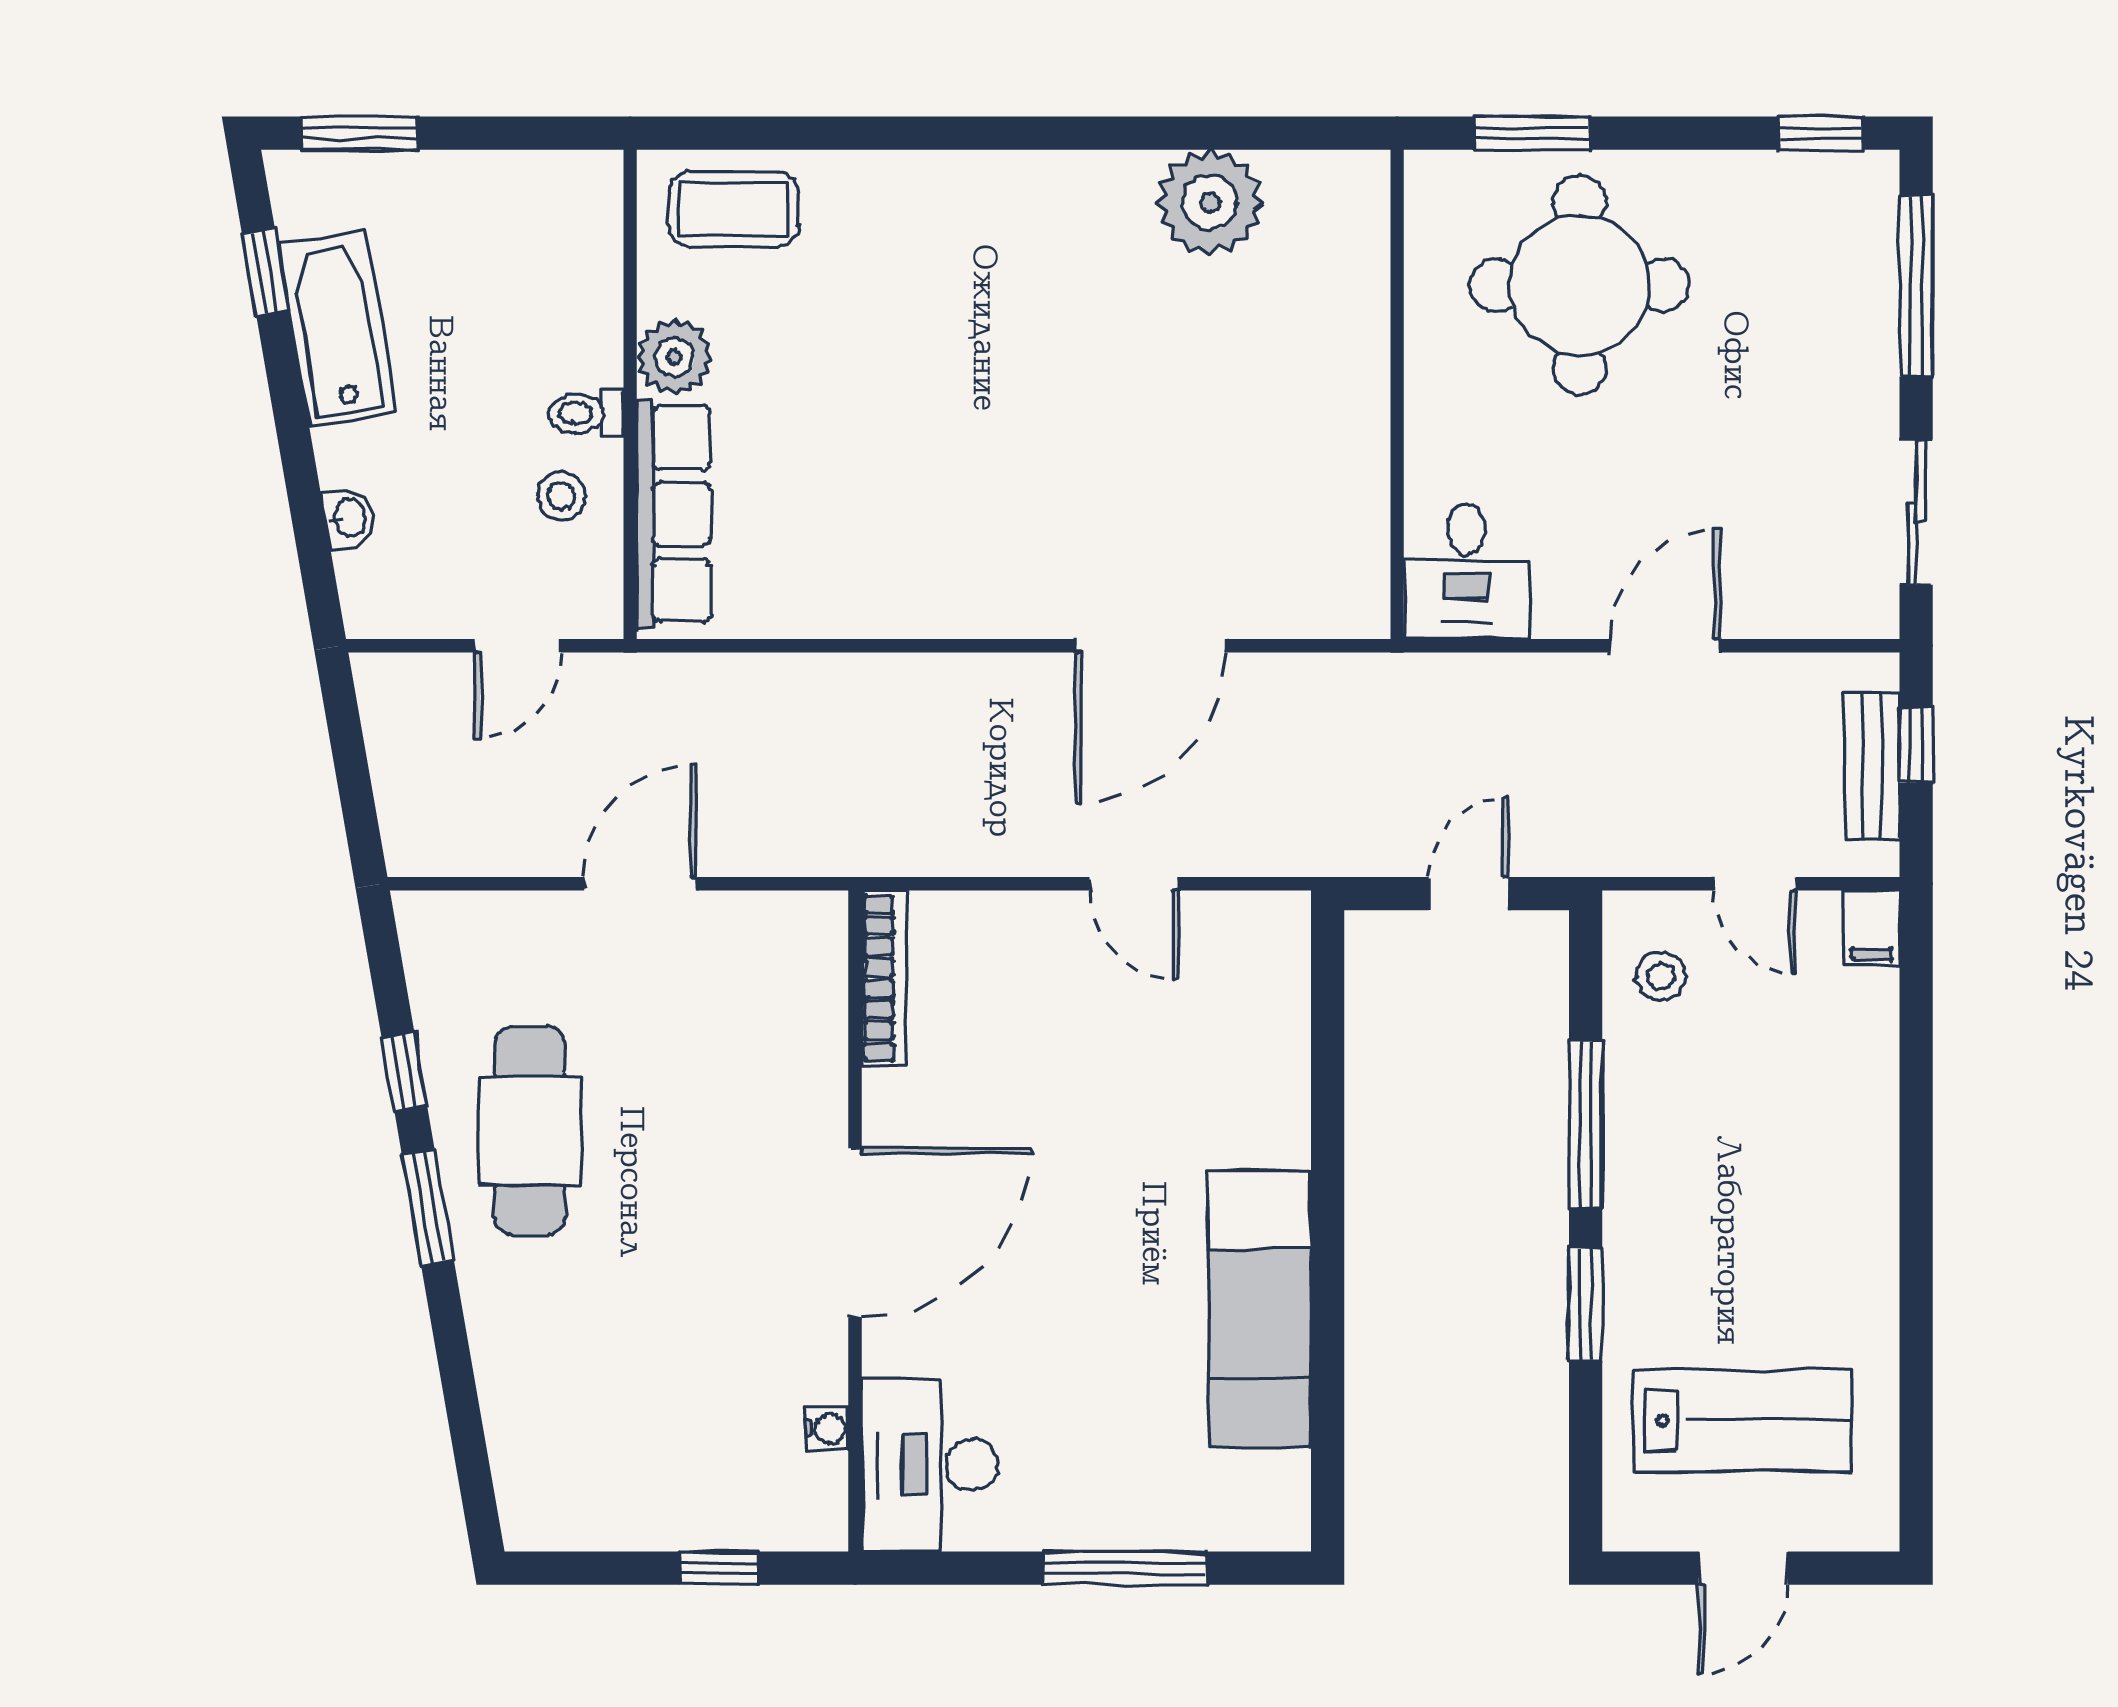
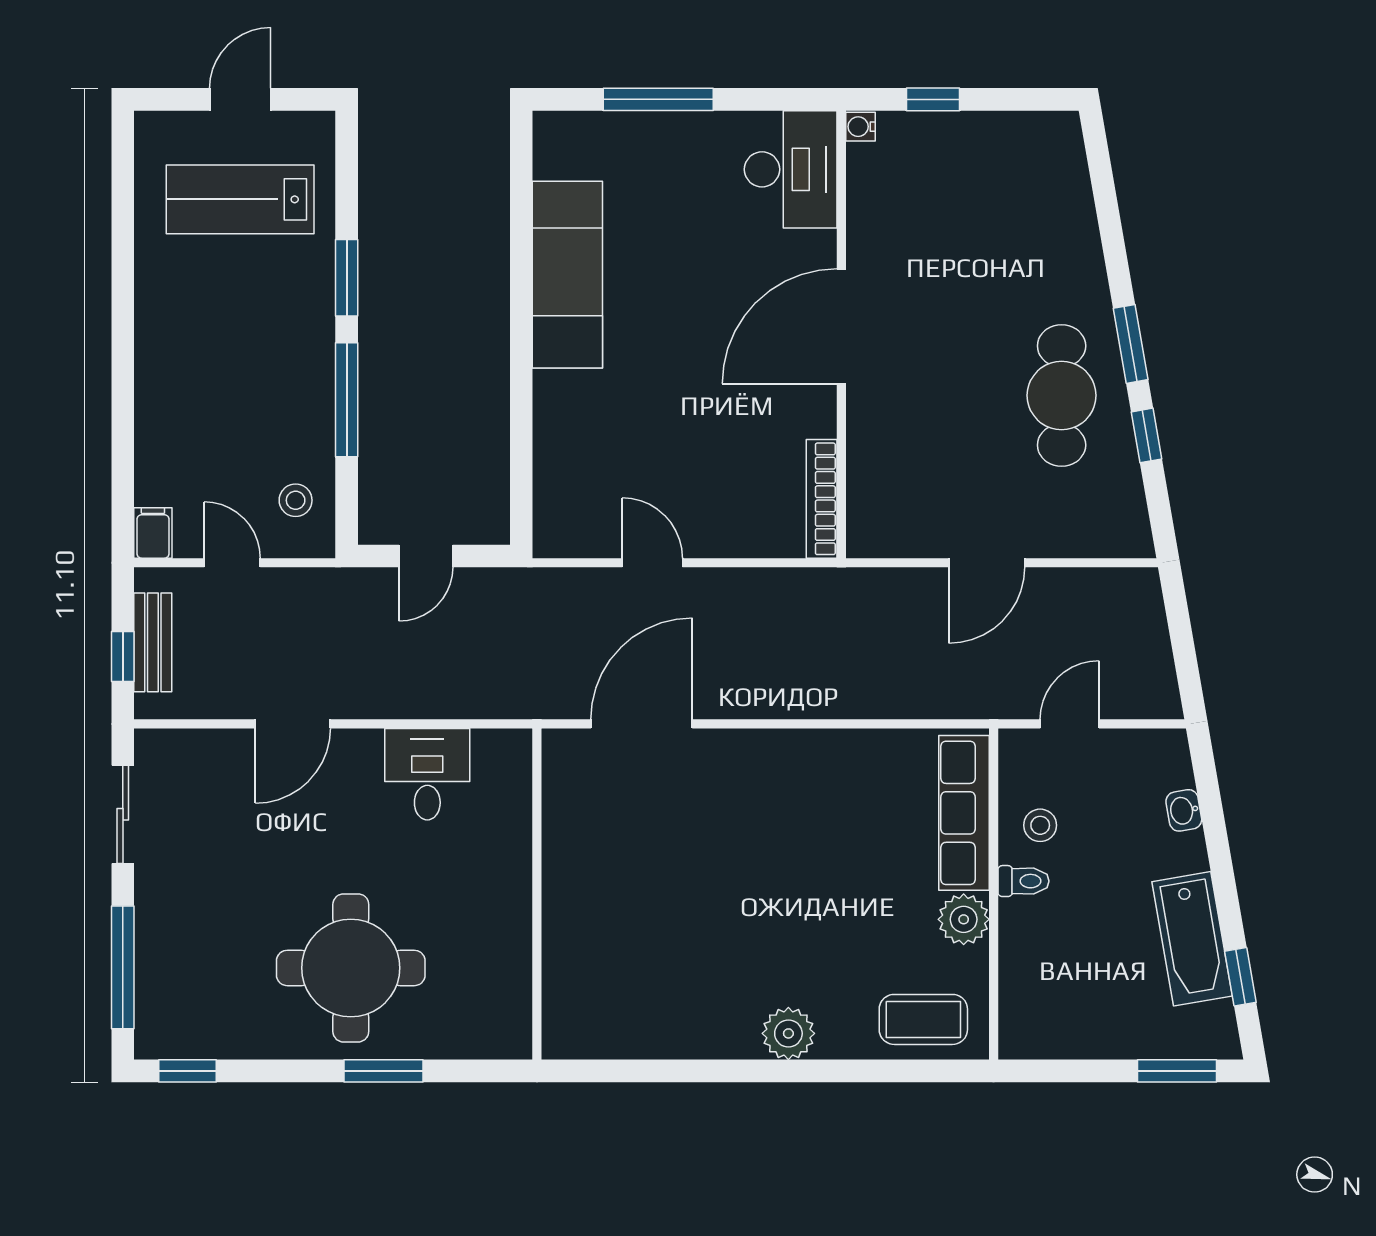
plant: (1210, 202) -> (788, 1033), moved, width x0.73, depth x0.73
wall: (1397, 394) -> (537, 894), moved
water cooler: (827, 1428) -> (860, 127), moved

